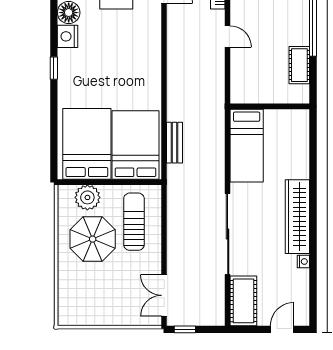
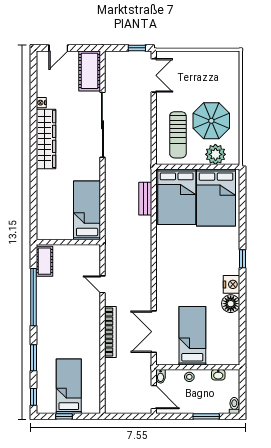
wall: (270, 106) -> (68, 242), moved
bed: (247, 146) -> (87, 210), moved

